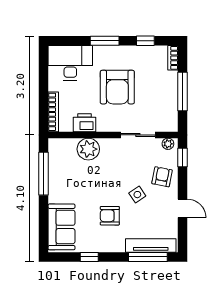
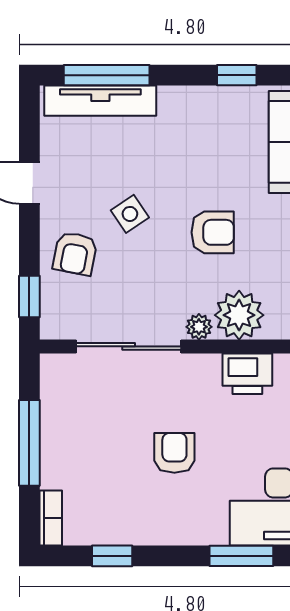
window: (105, 41) -> (241, 556), moved
armchair: (117, 87) -> (174, 453), width x0.53, depth x0.53
sliding door: (138, 135) -> (129, 346), width x1.37
plant: (168, 144) -> (199, 327), moved
armchair: (110, 216) -> (213, 232), moved

